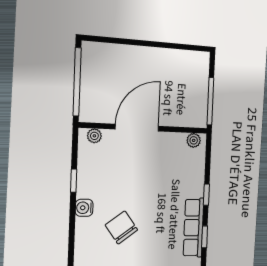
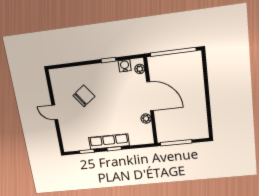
plant: (194, 140) -> (146, 119), moved
water cooler: (84, 208) -> (125, 66), moved
row of seats: (194, 228) -> (109, 142), moved

